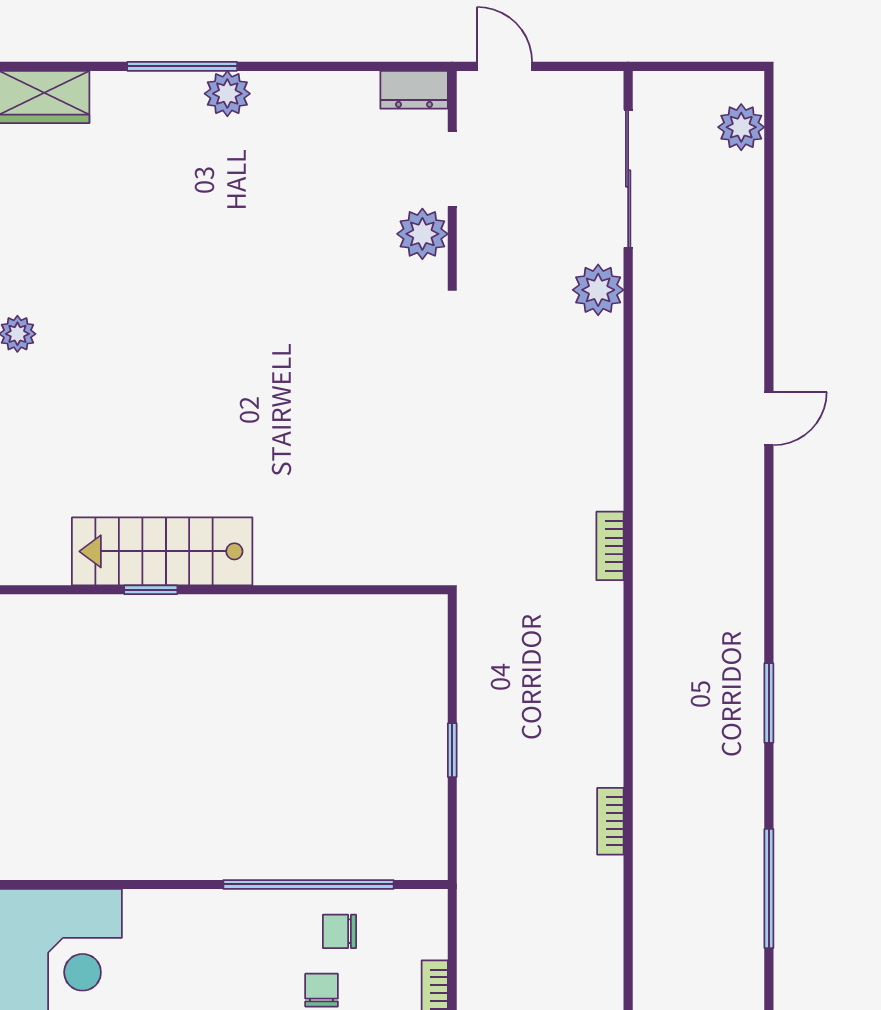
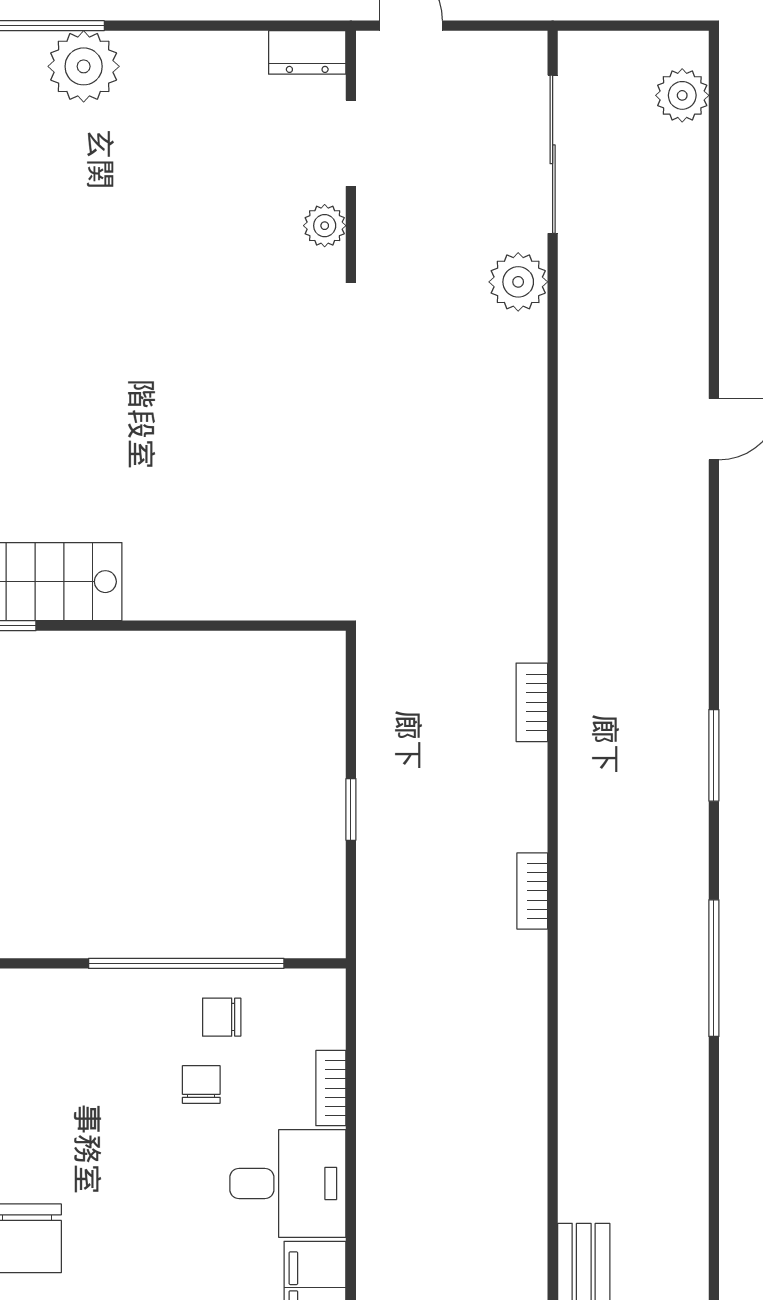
plant: (227, 94) -> (84, 66), width x1.36, depth x1.36
plant: (422, 234) -> (325, 226), width x0.73, depth x0.73
bookcase: (610, 546) -> (532, 702), moved

